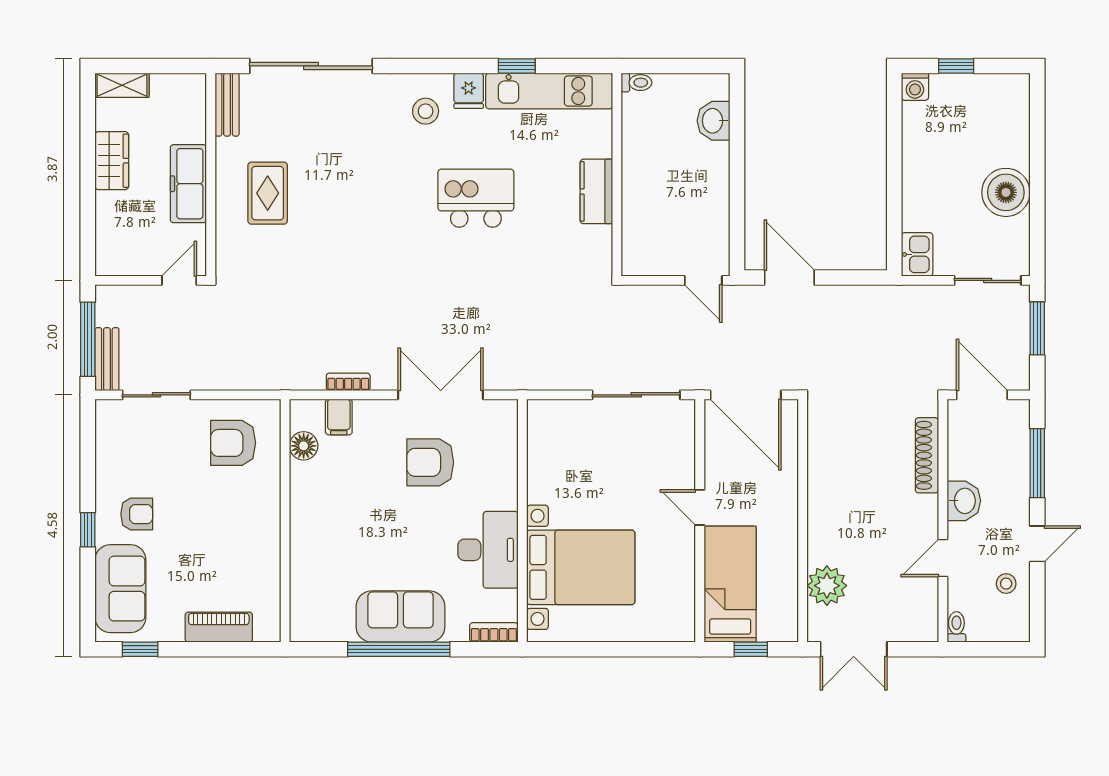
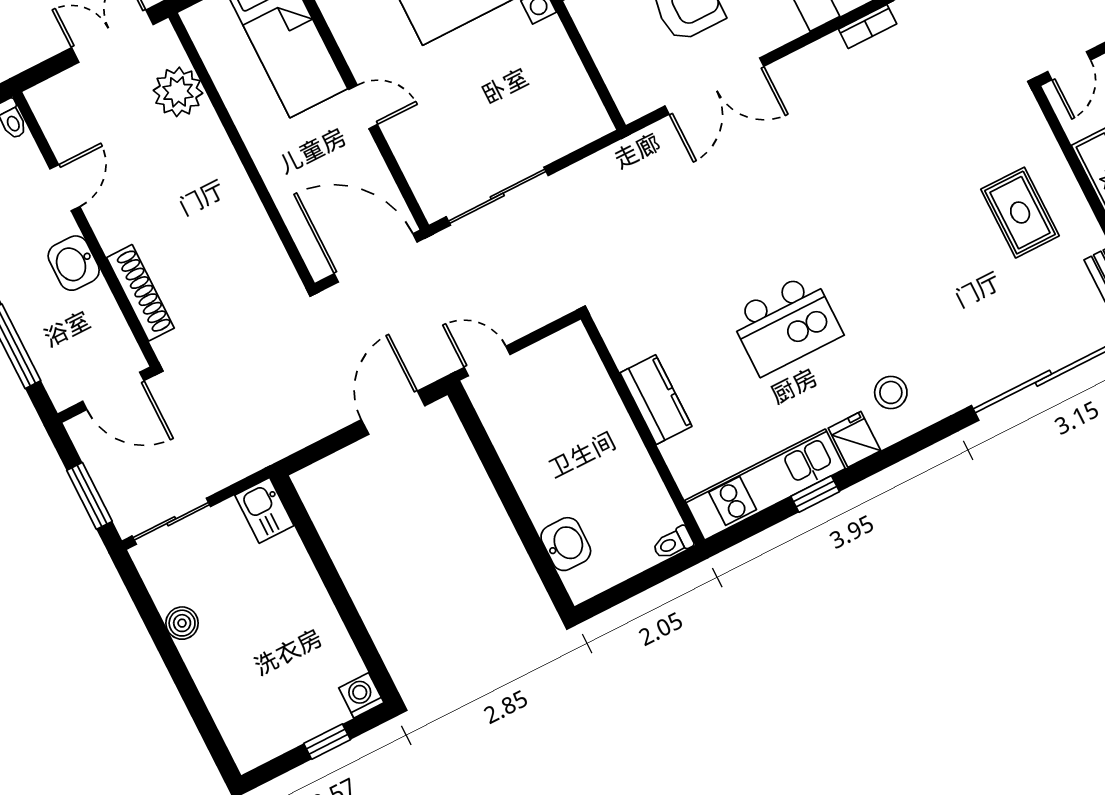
boiler: (1006, 192) -> (182, 623), width x0.54, depth x0.54
door: (789, 278) -> (393, 413), swing flipped
bookcase: (348, 382) -> (868, 27), moved

